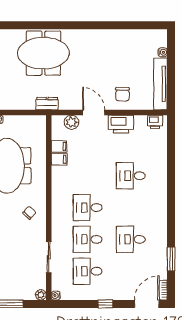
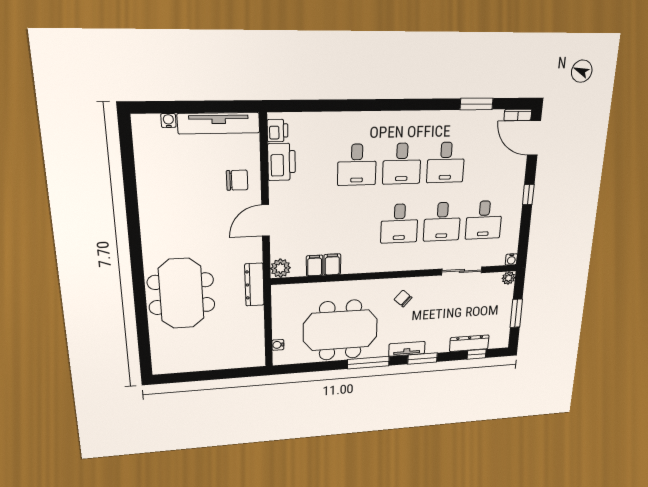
dresser: (47, 104) -> (254, 285), width x1.44
plant: (72, 122) -> (280, 268), moved
printer: (121, 124) -> (282, 162), moved
desk: (131, 208) -> (402, 164), added

